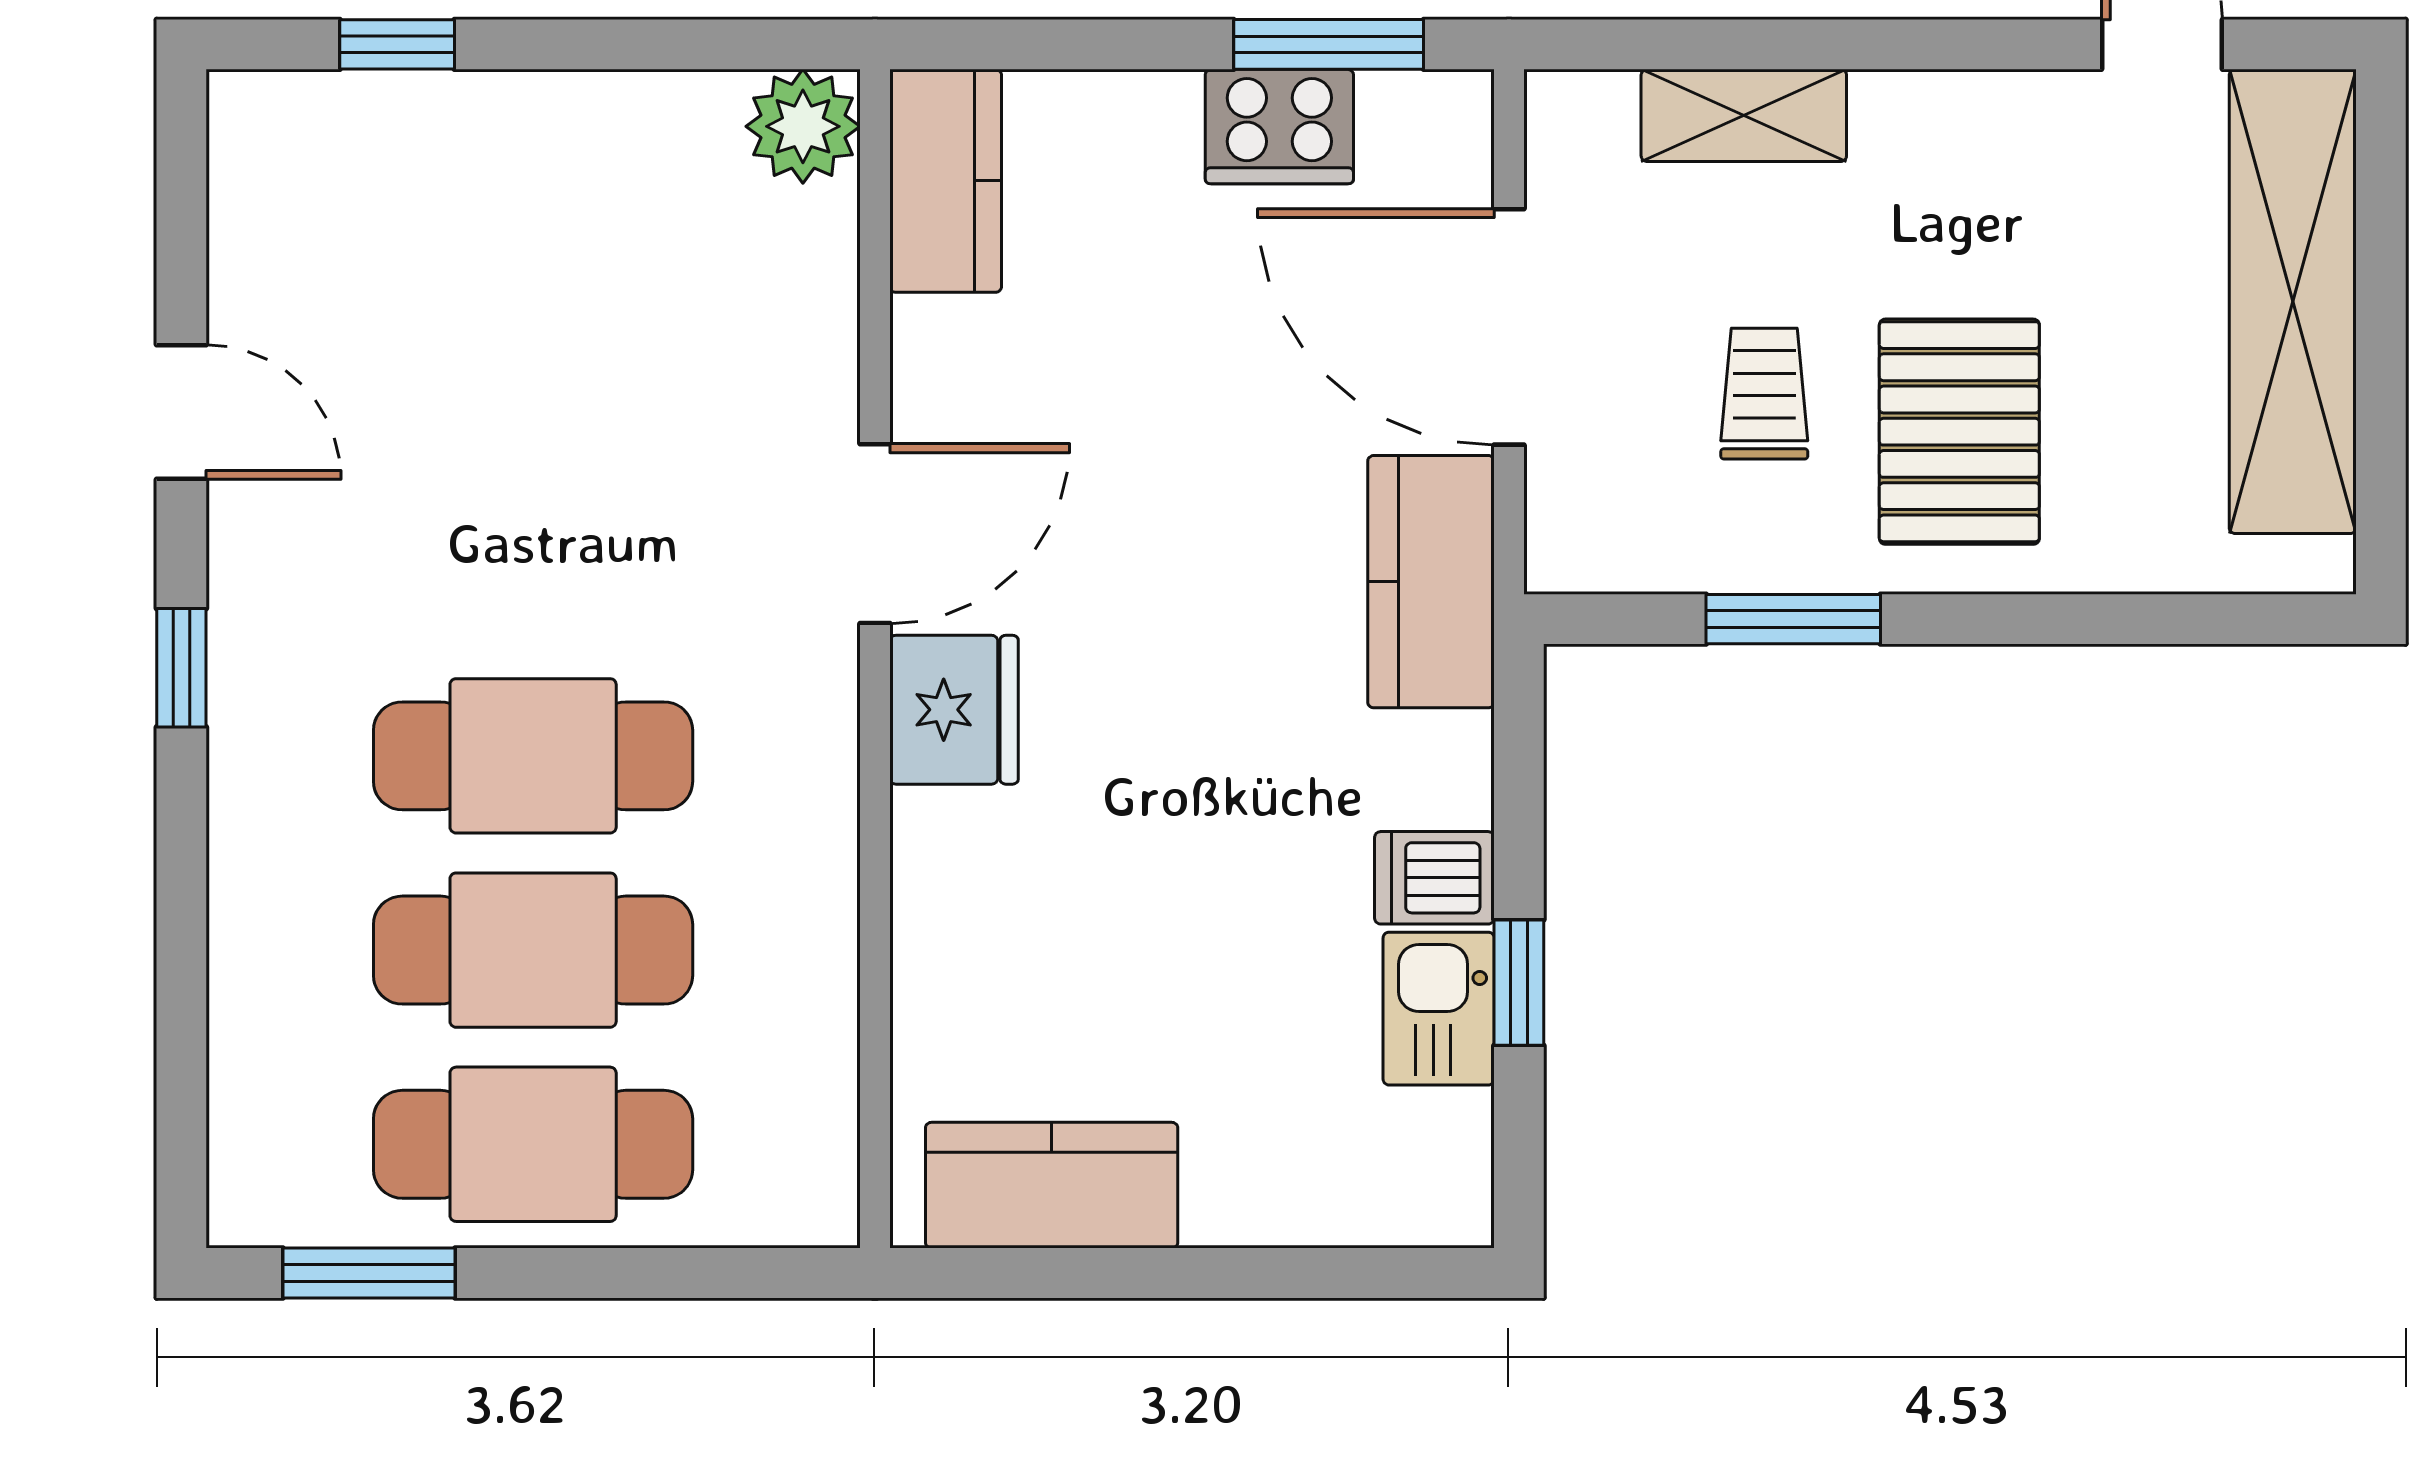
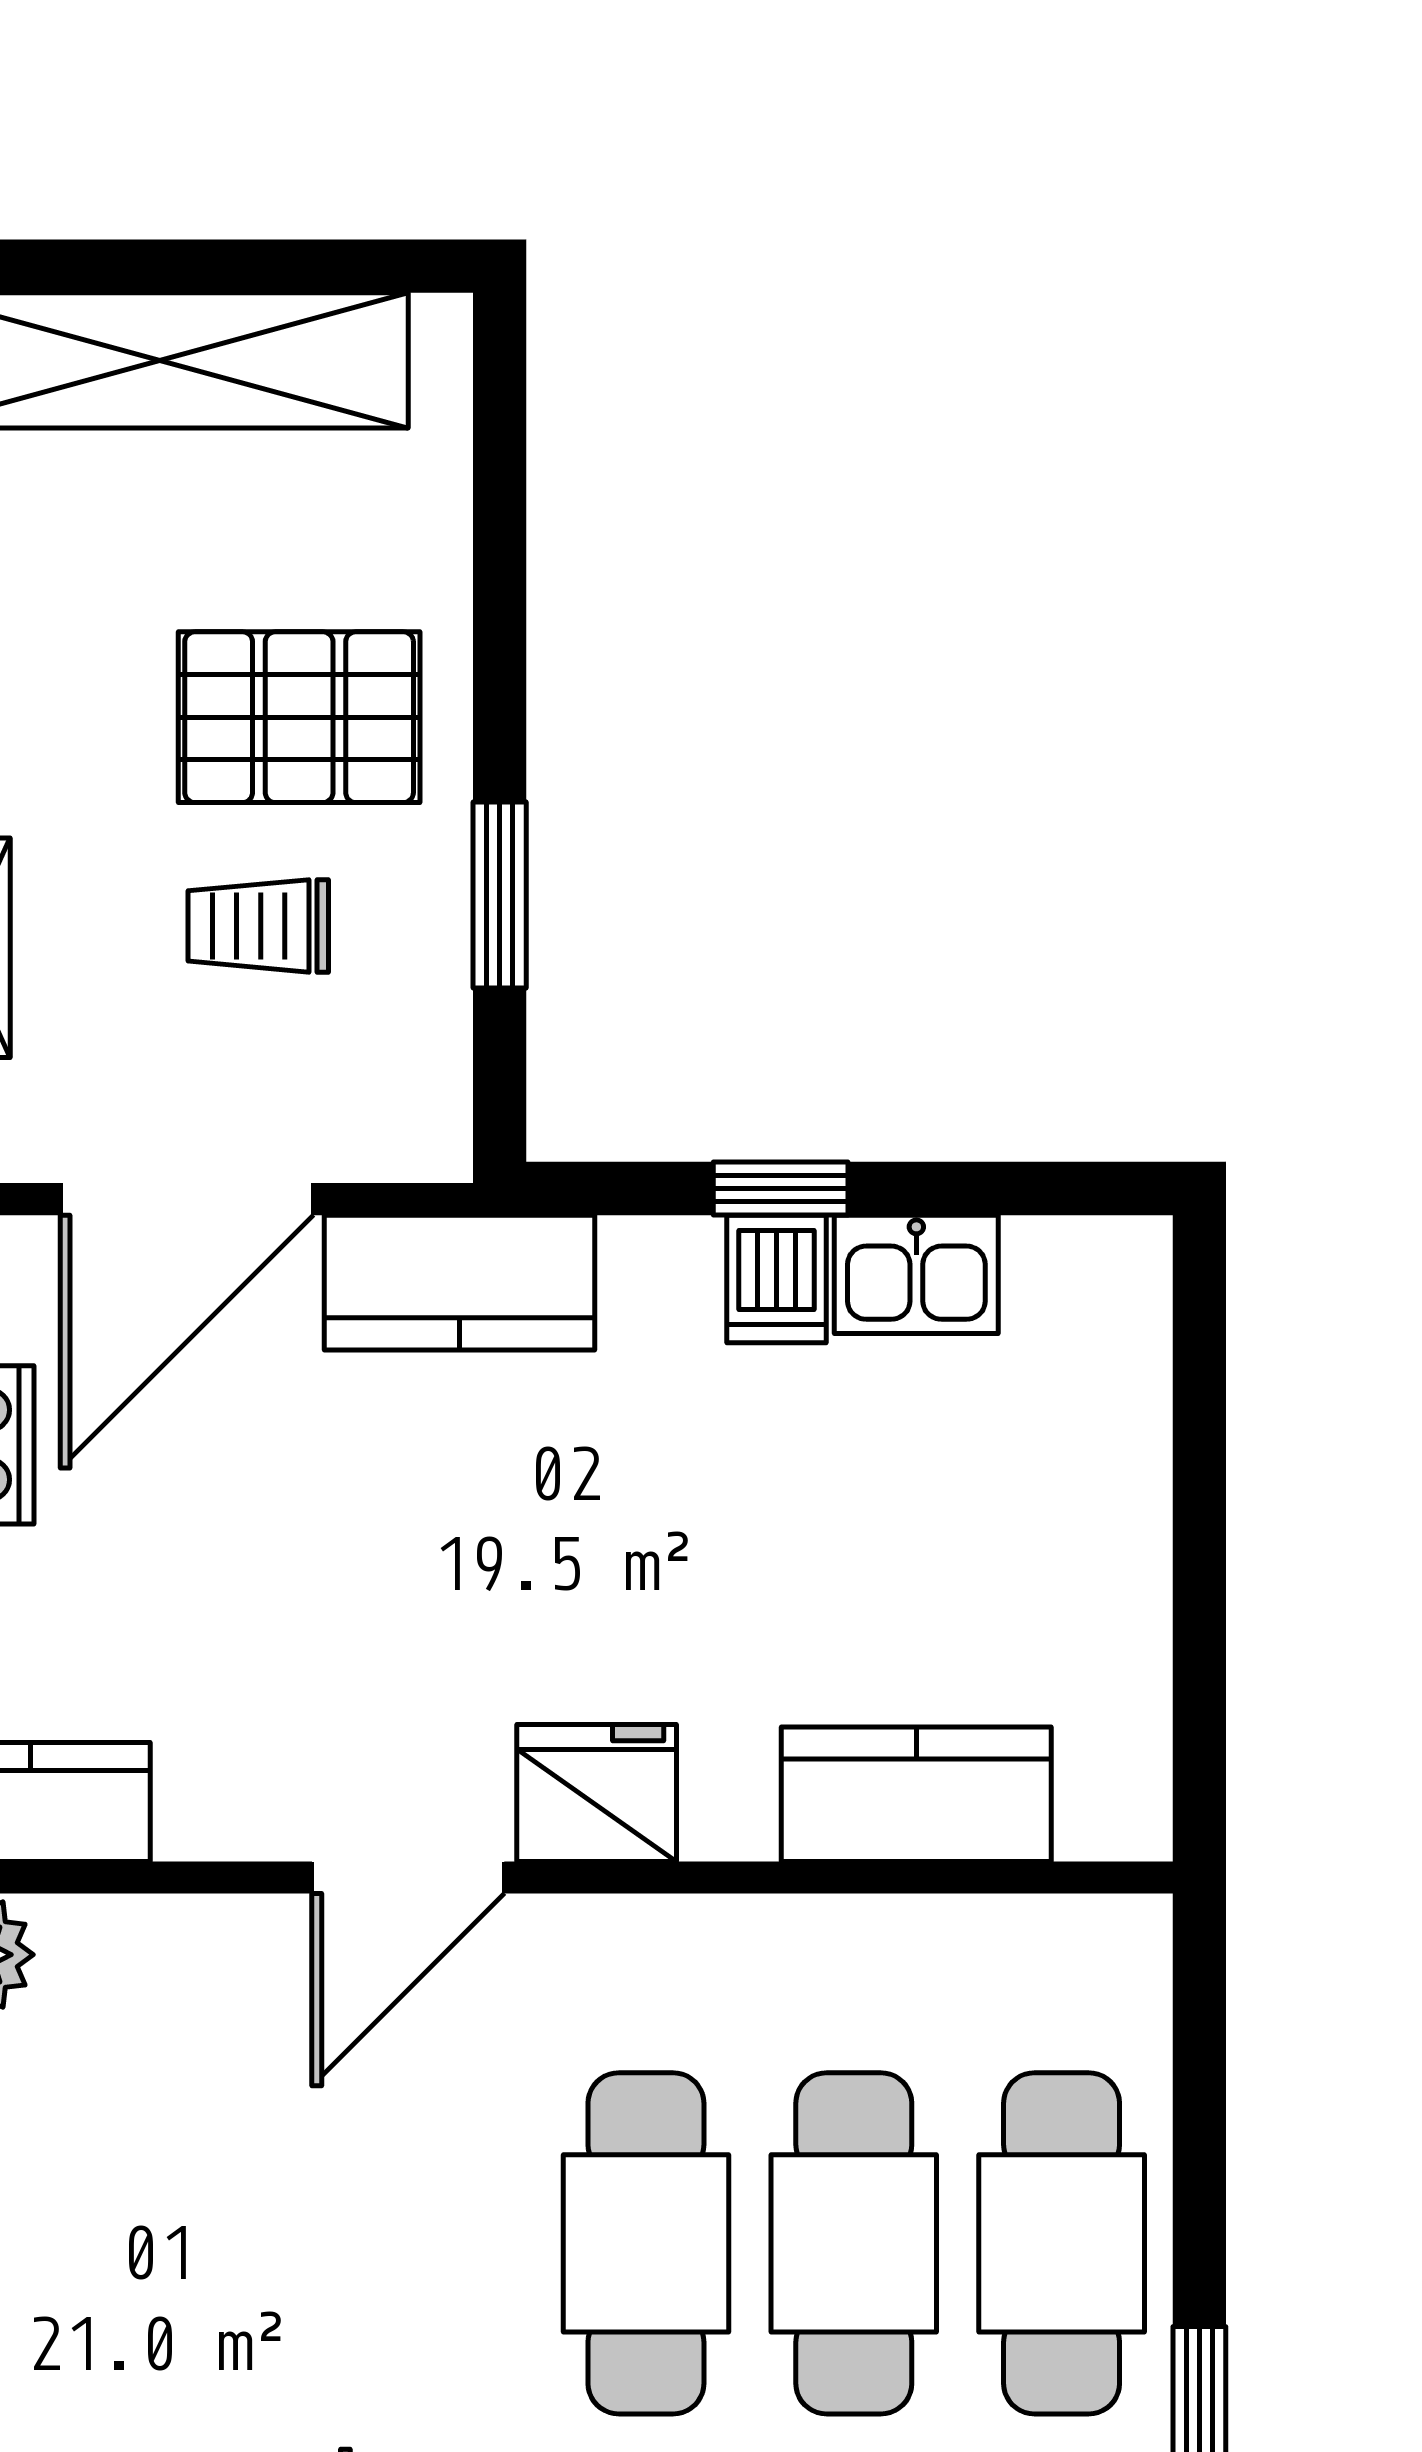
door: (875, 534) -> (408, 1878), swing flipped
window: (1519, 983) -> (781, 1188), moved
kitchen counter: (1052, 1185) -> (916, 1794), moved, turned 90

